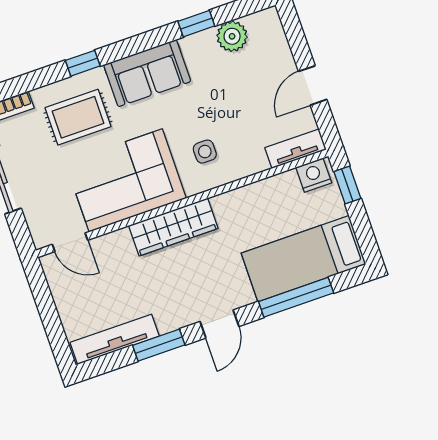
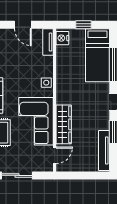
side table: (205, 152) -> (46, 83), moved
window: (347, 185) -> (83, 25), moved
wardrobe: (173, 227) -> (64, 124), moved

